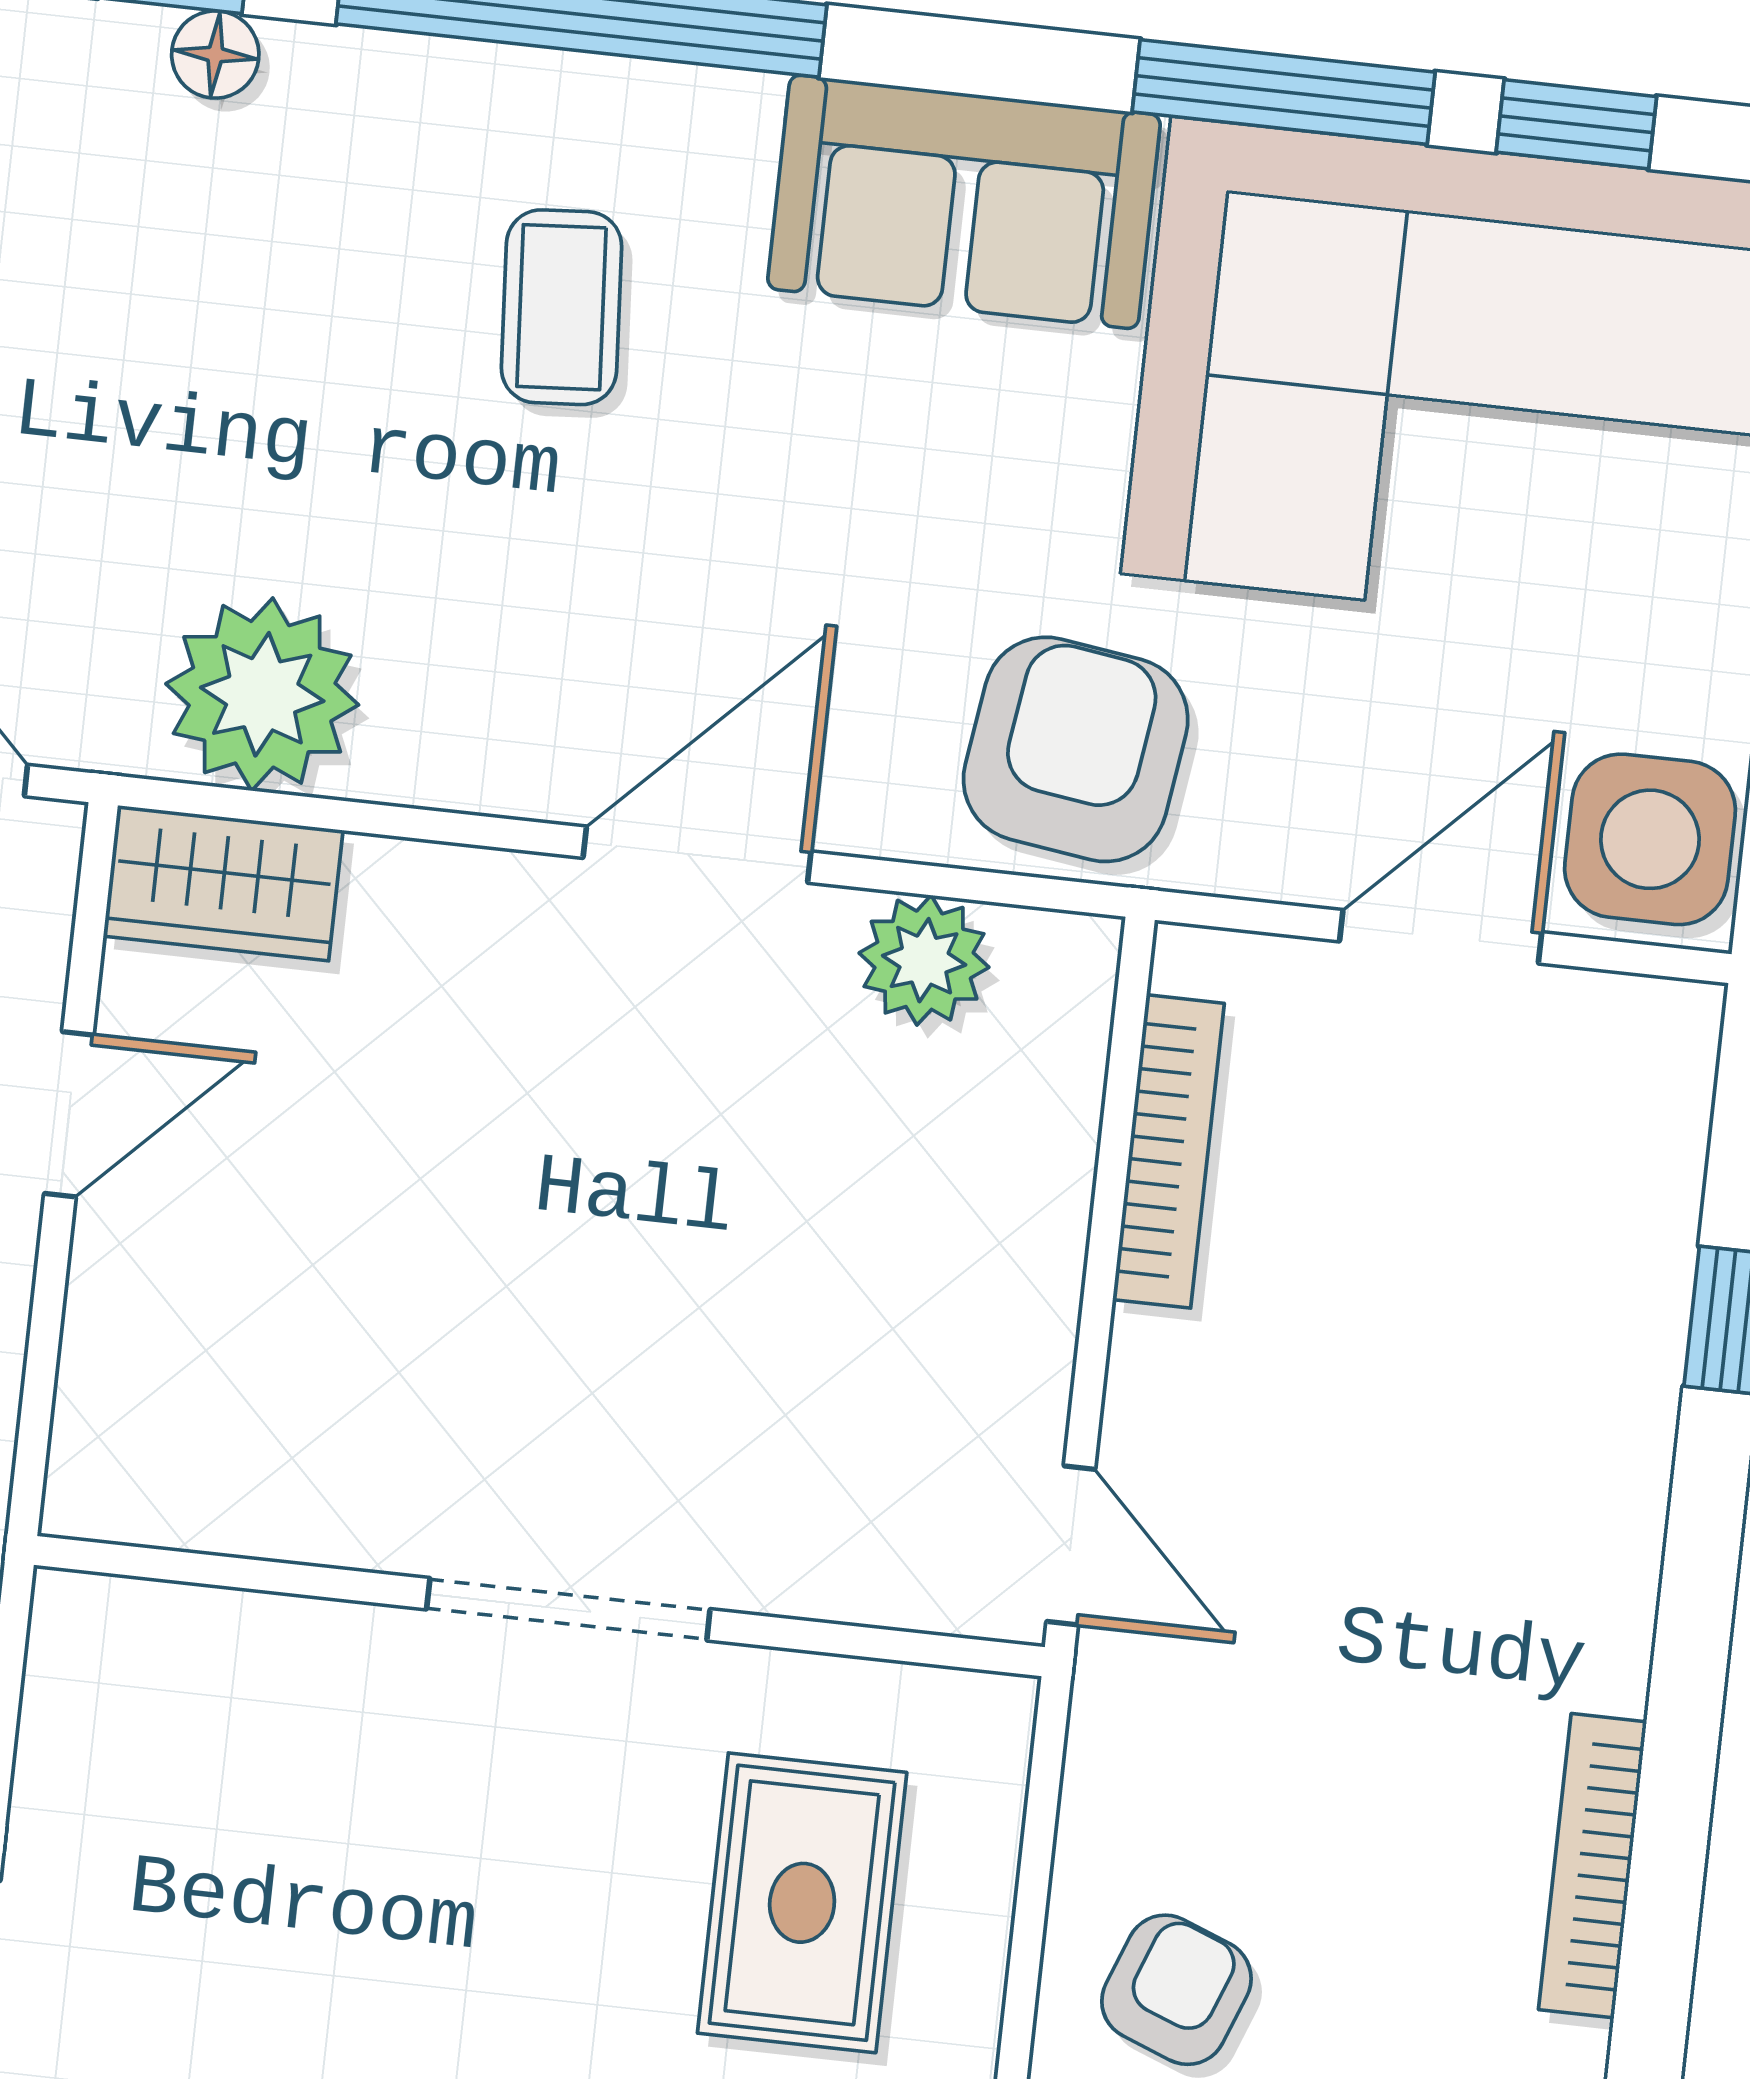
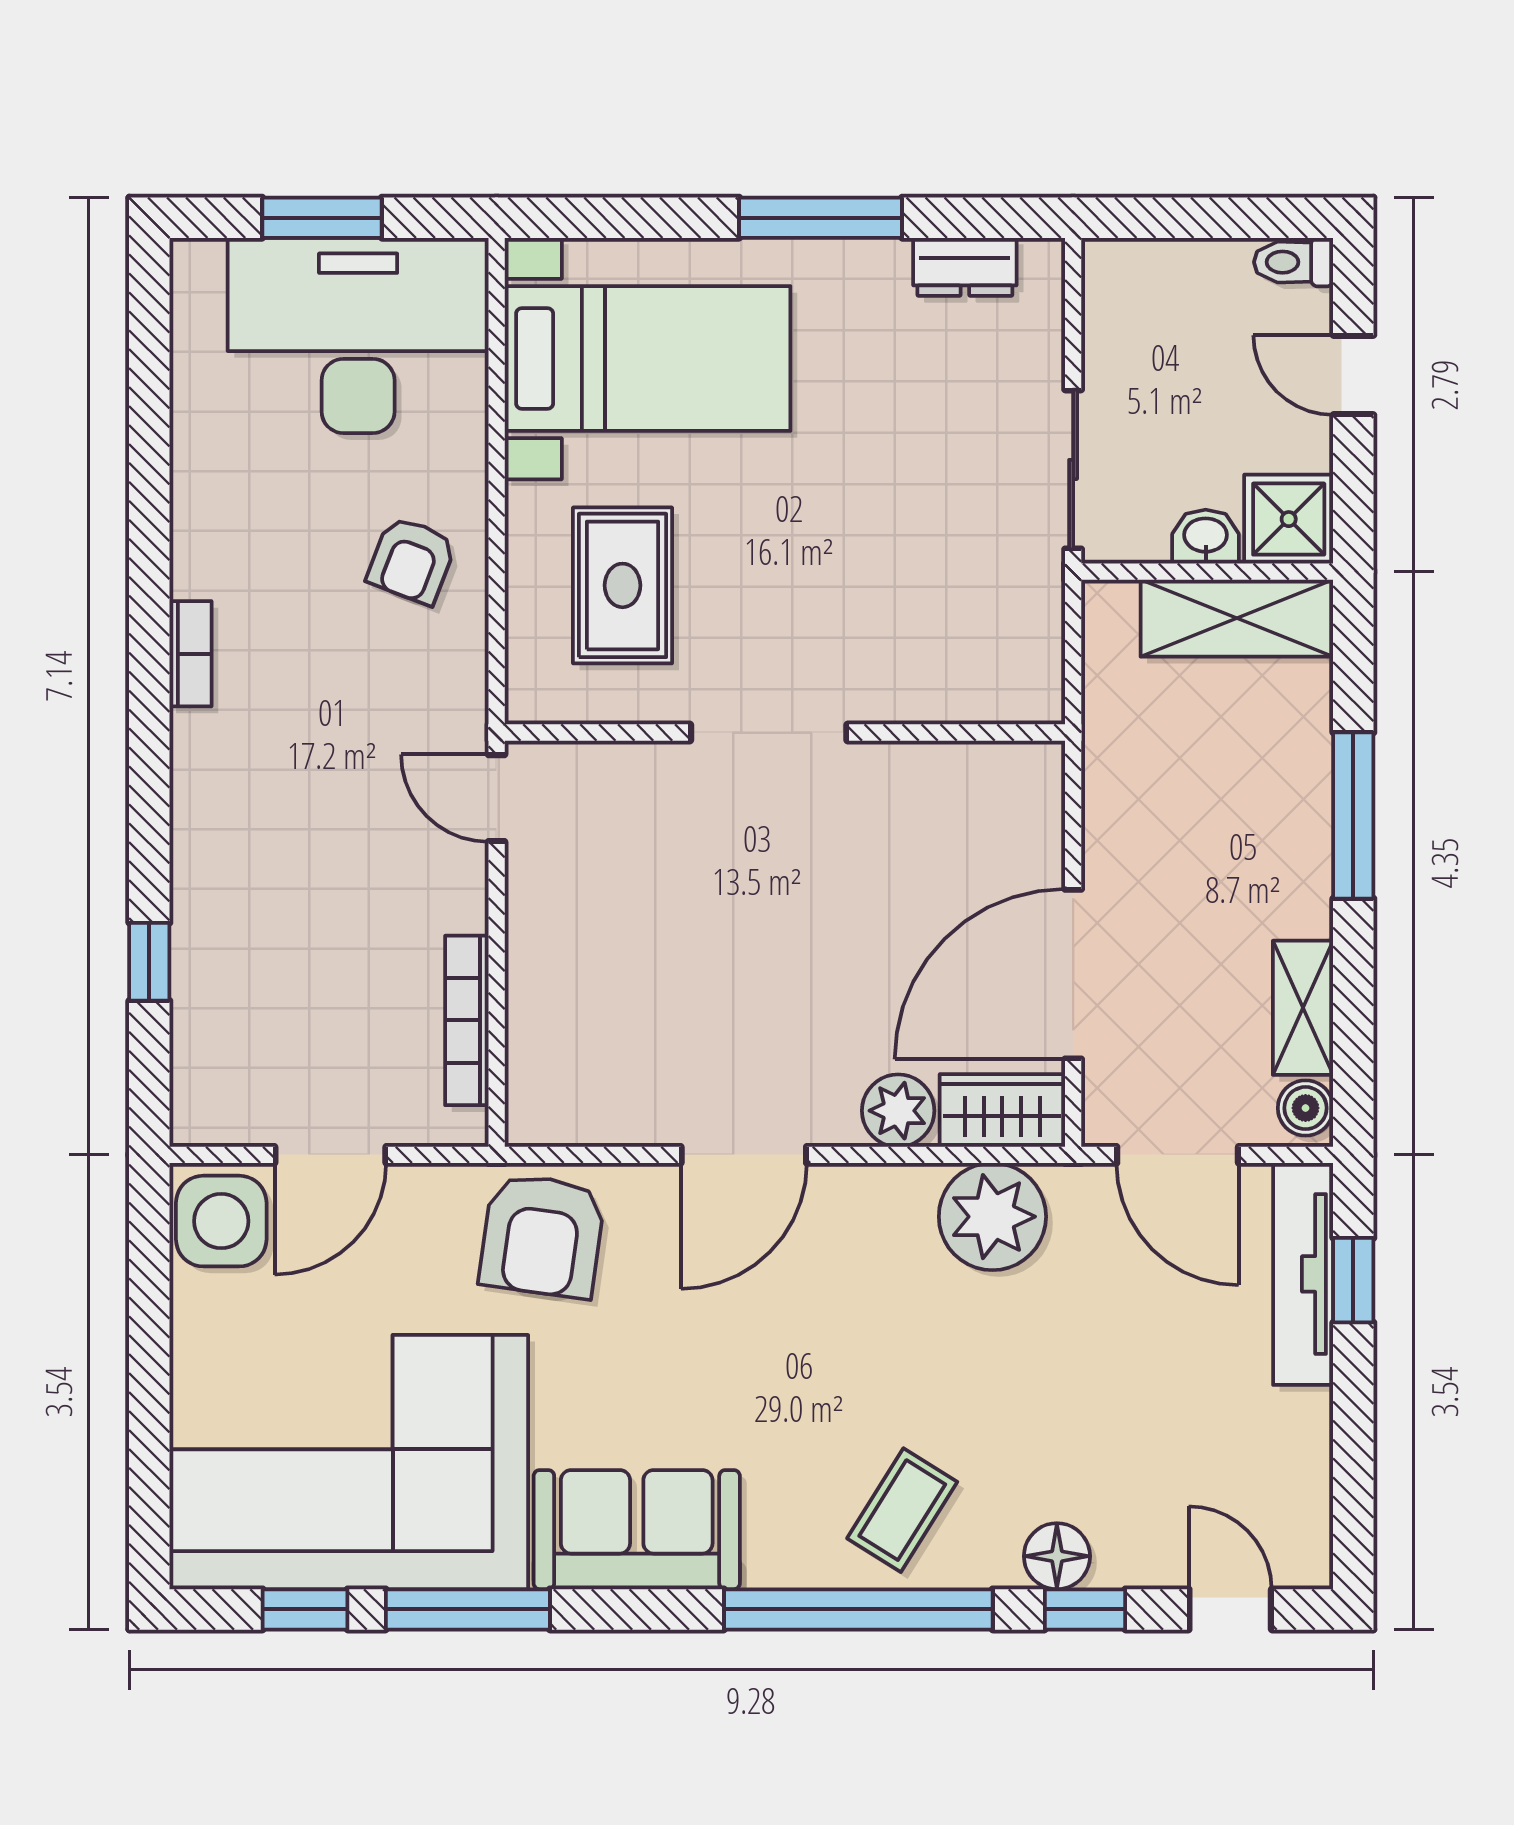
floor lamp: (215, 55) -> (1057, 1556), width x1.37, depth x1.37
coffee table: (562, 307) -> (902, 1510), moved, turned 36
plant: (924, 960) -> (898, 1111), moved
door: (69, 1114) -> (1073, 974), width x1.87
bookcase: (1593, 1866) -> (190, 654), width x0.64

